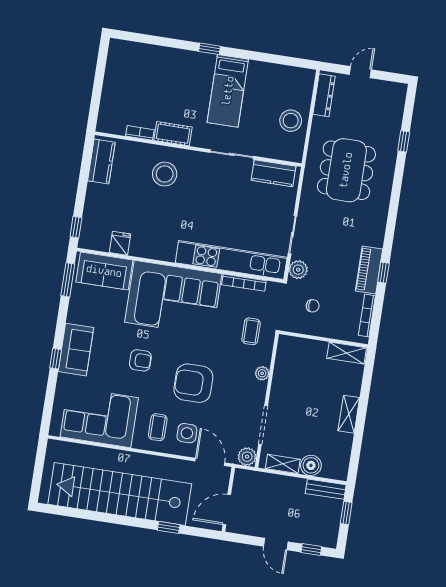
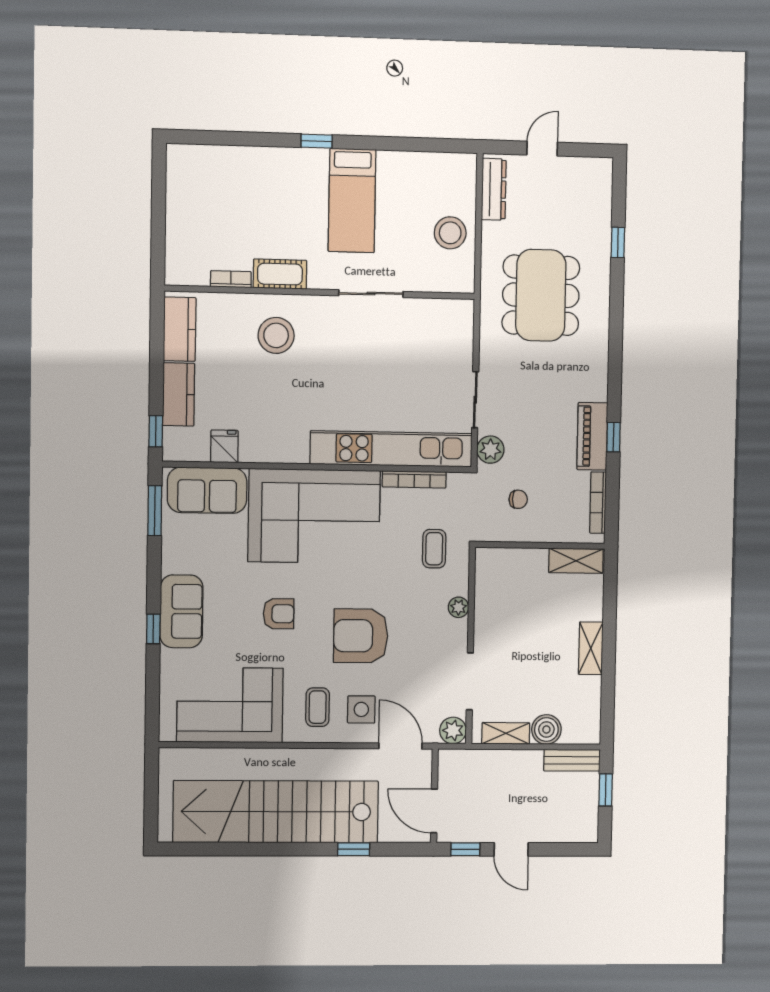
kitchen counter: (274, 173) -> (179, 394), moved, turned -90
door: (227, 510) -> (434, 811), hinge flipped
window: (311, 550) -> (465, 849), moved

